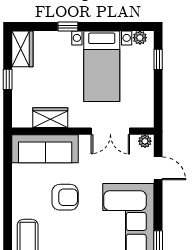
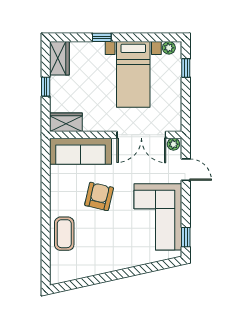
wardrobe: (50, 118) -> (66, 122), moved
double door: (110, 131) -> (141, 135), width x1.37
armchair: (65, 197) -> (99, 196), turned -77

